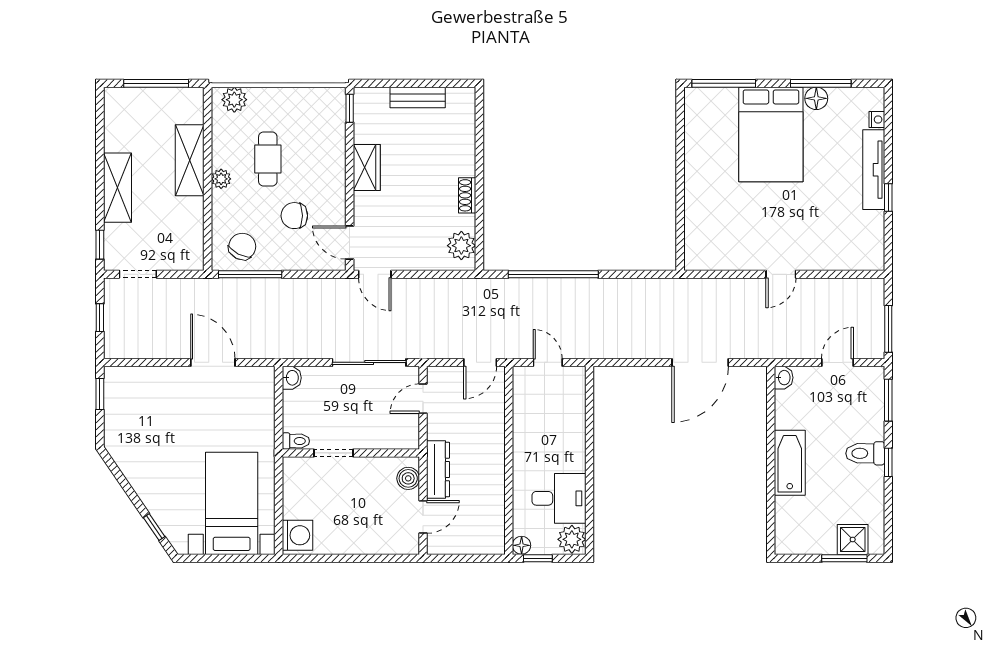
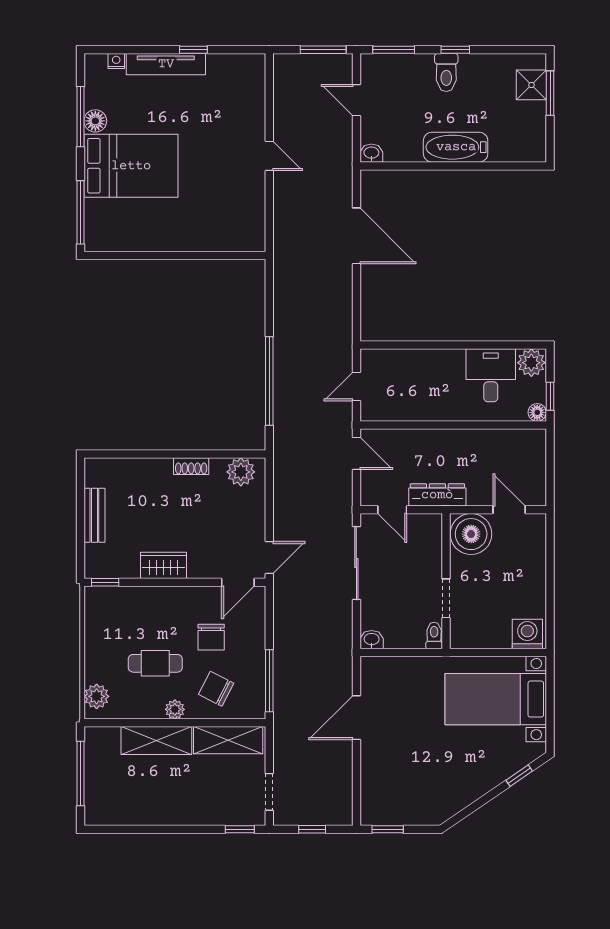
shelving: (117, 188) -> (228, 740), moved
chair: (242, 246) -> (216, 689), moved
dresser: (438, 469) -> (437, 495), moved
boiler: (408, 478) -> (471, 534), width x1.86, depth x1.86

